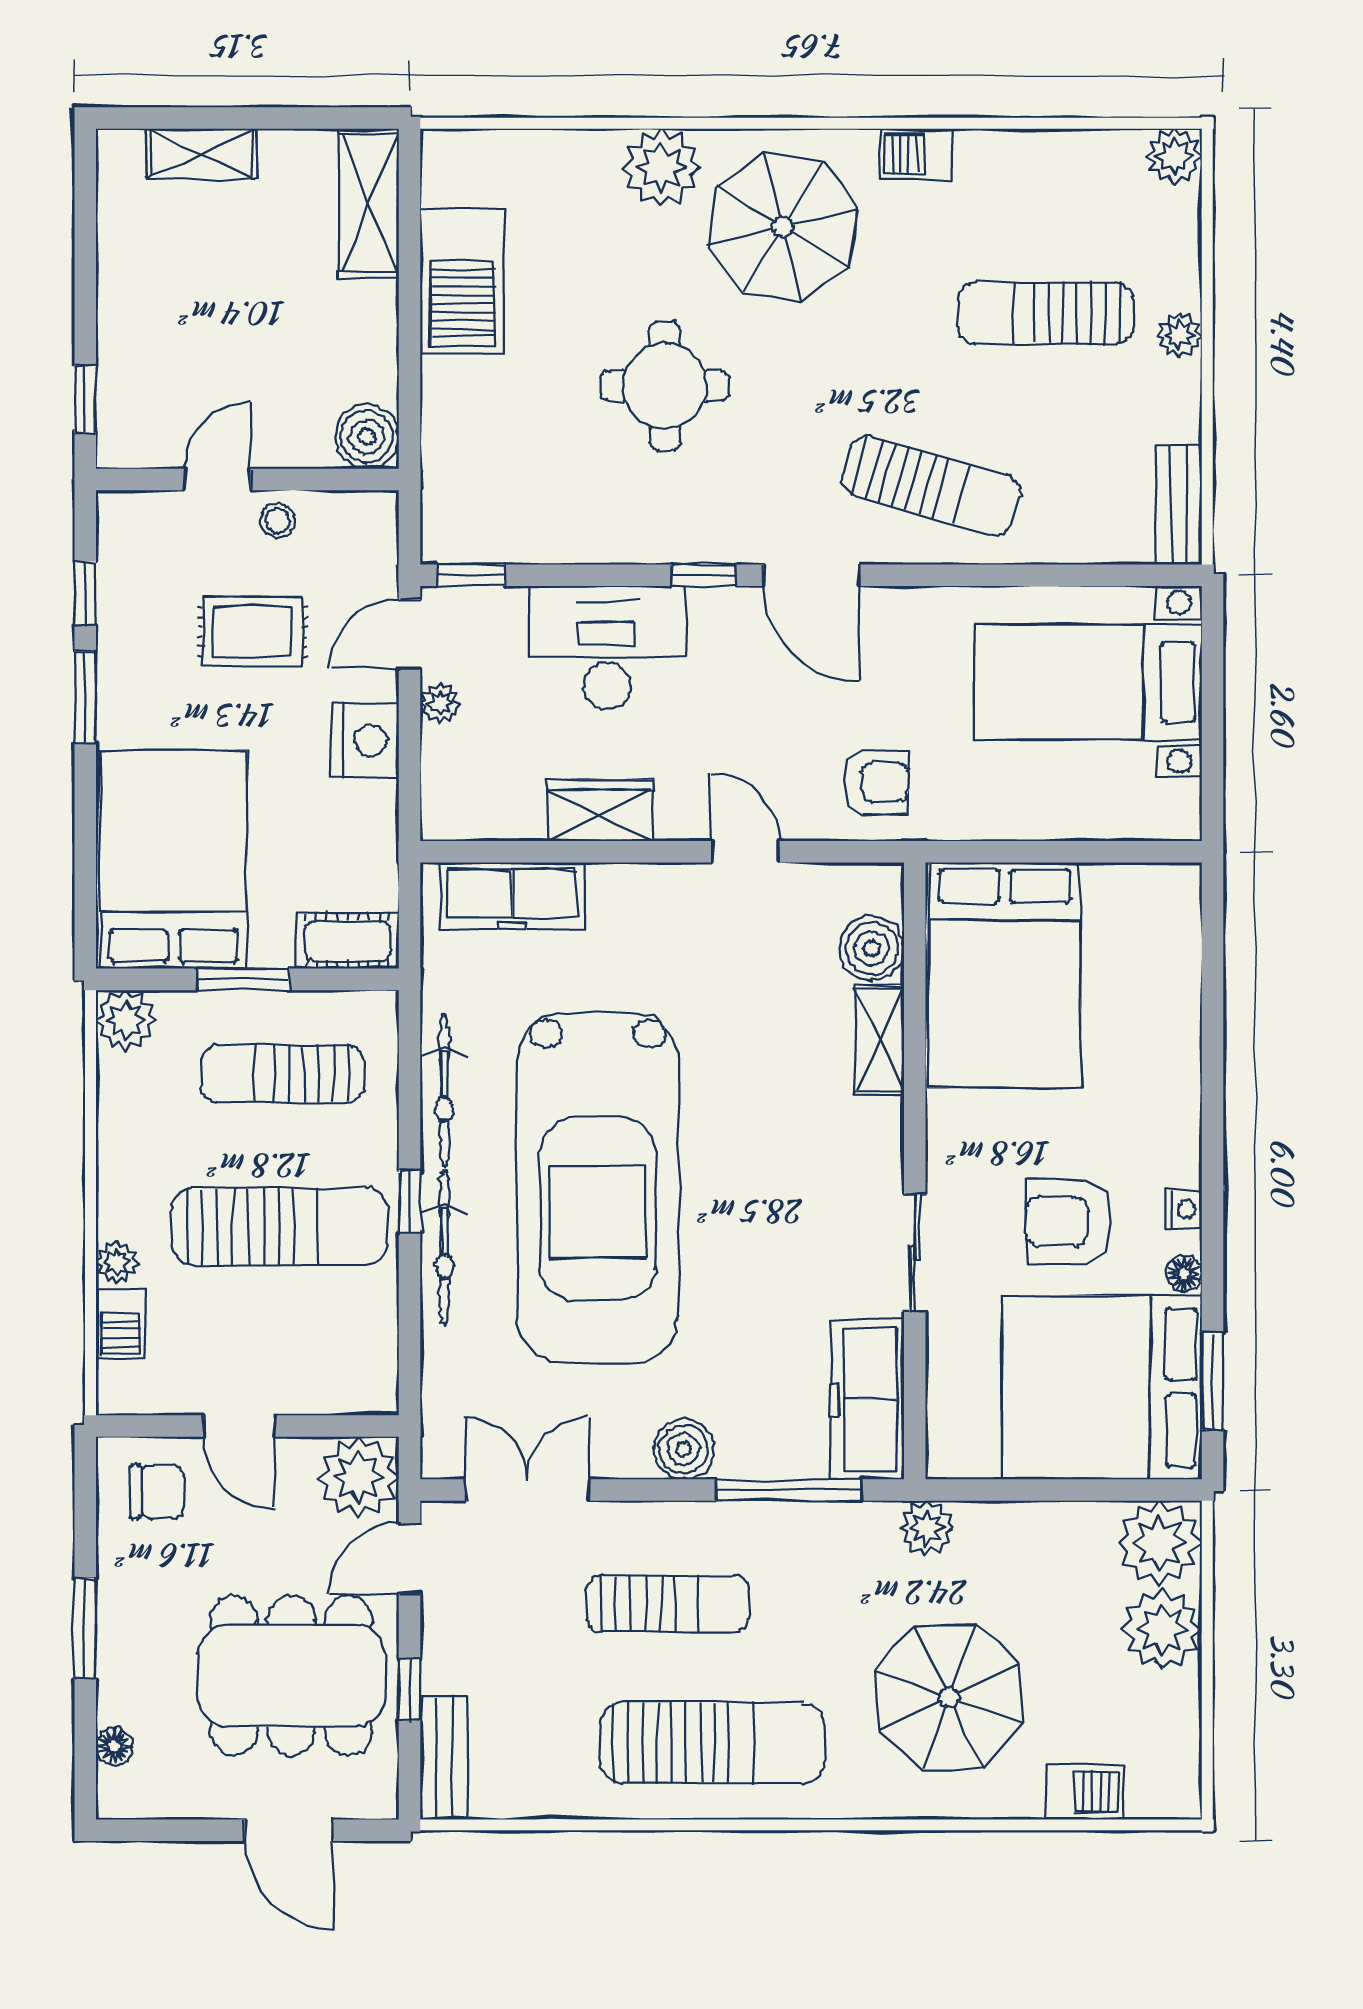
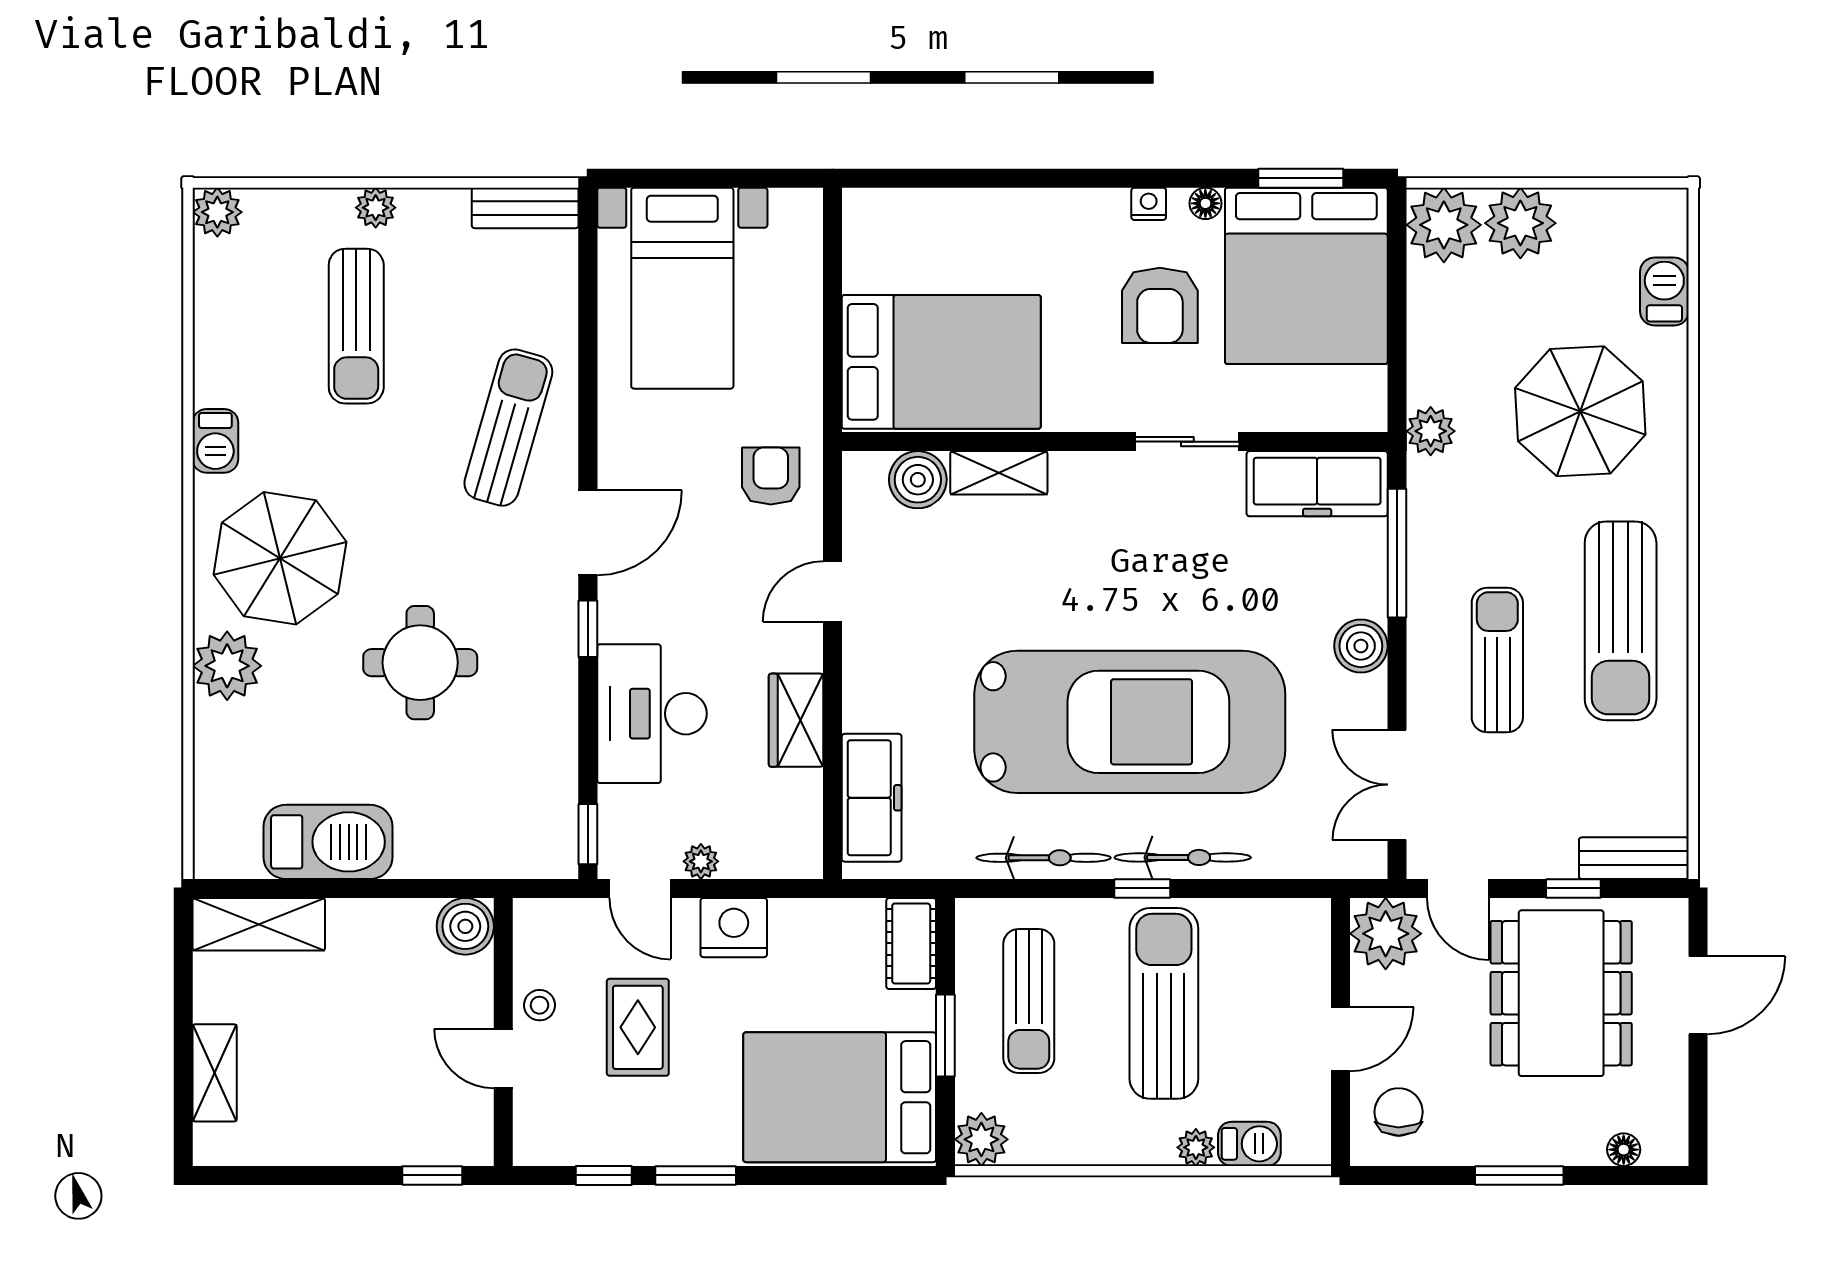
sun lounger: (712, 1743) -> (1621, 621), turned 180

